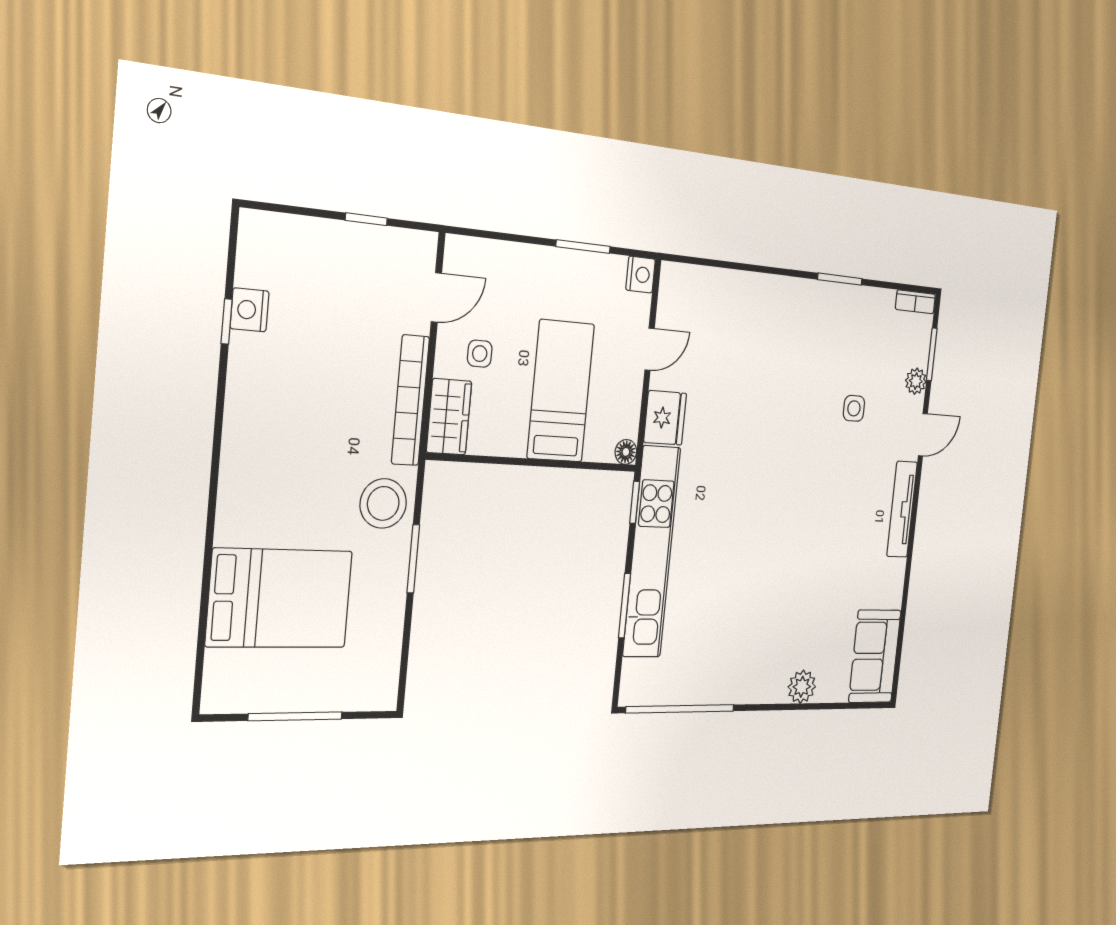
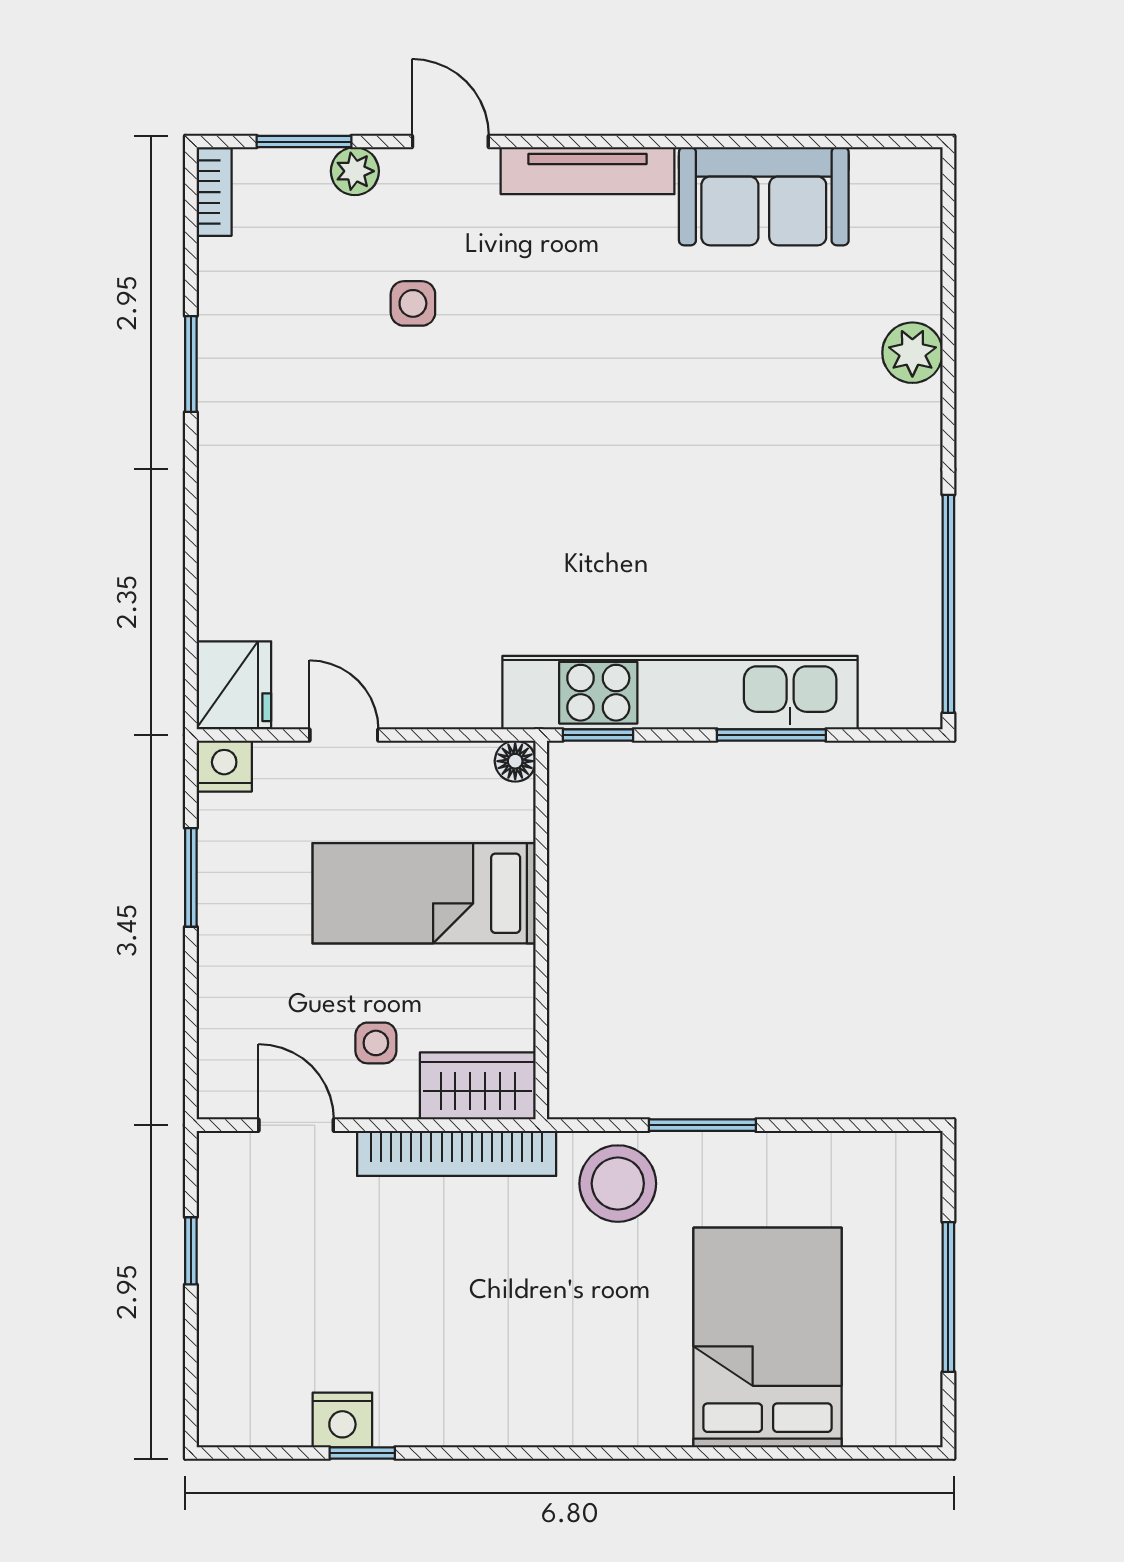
fridge: (665, 418) -> (234, 685), moved, turned 90
sofa: (875, 656) -> (764, 196), moved

